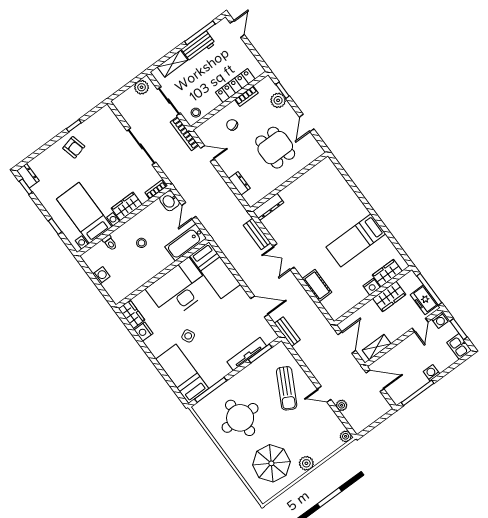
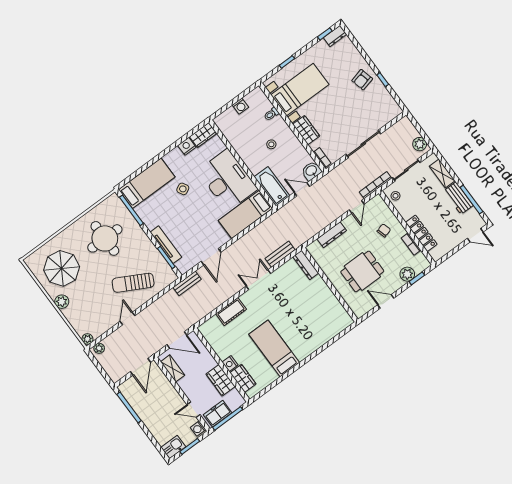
dresser: (239, 183) -> (332, 235), width x1.44
washing machine: (431, 373) -> (148, 421), removed
plant: (342, 405) -> (99, 348), moved

